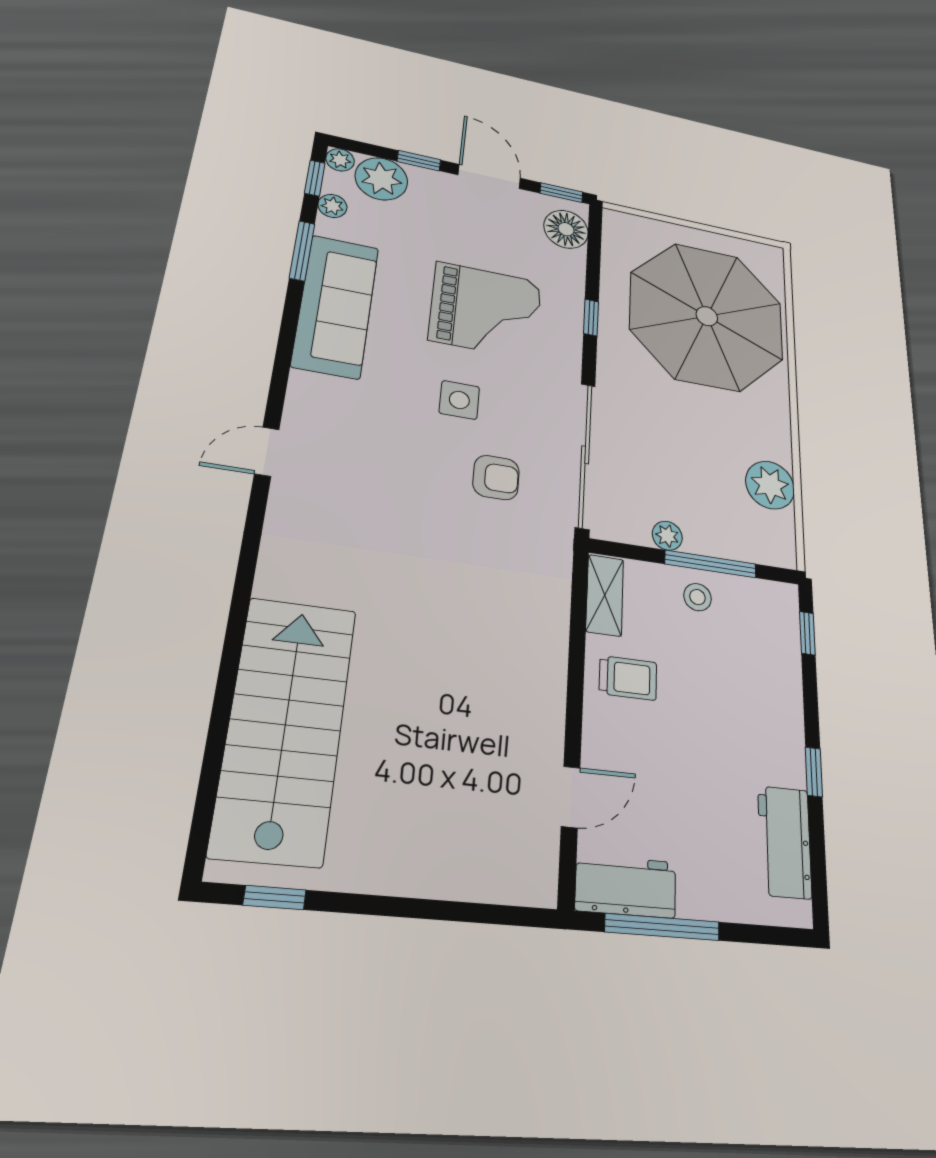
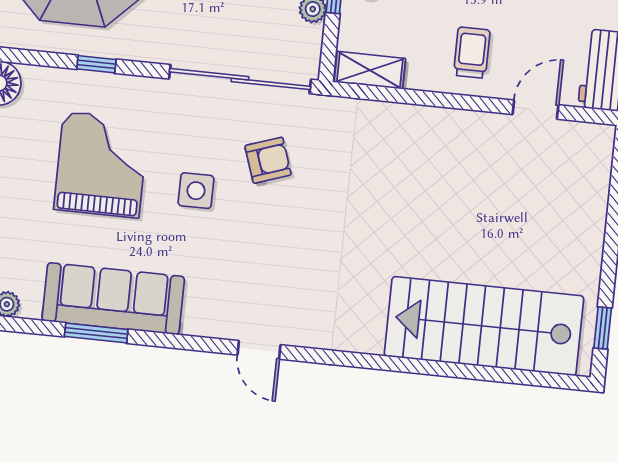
window: (302, 251) -> (96, 333), moved
armchair: (496, 477) -> (268, 160), turned 71
trolley: (628, 678) -> (472, 53), moved
door: (571, 797) -> (535, 110), hinge flipped

